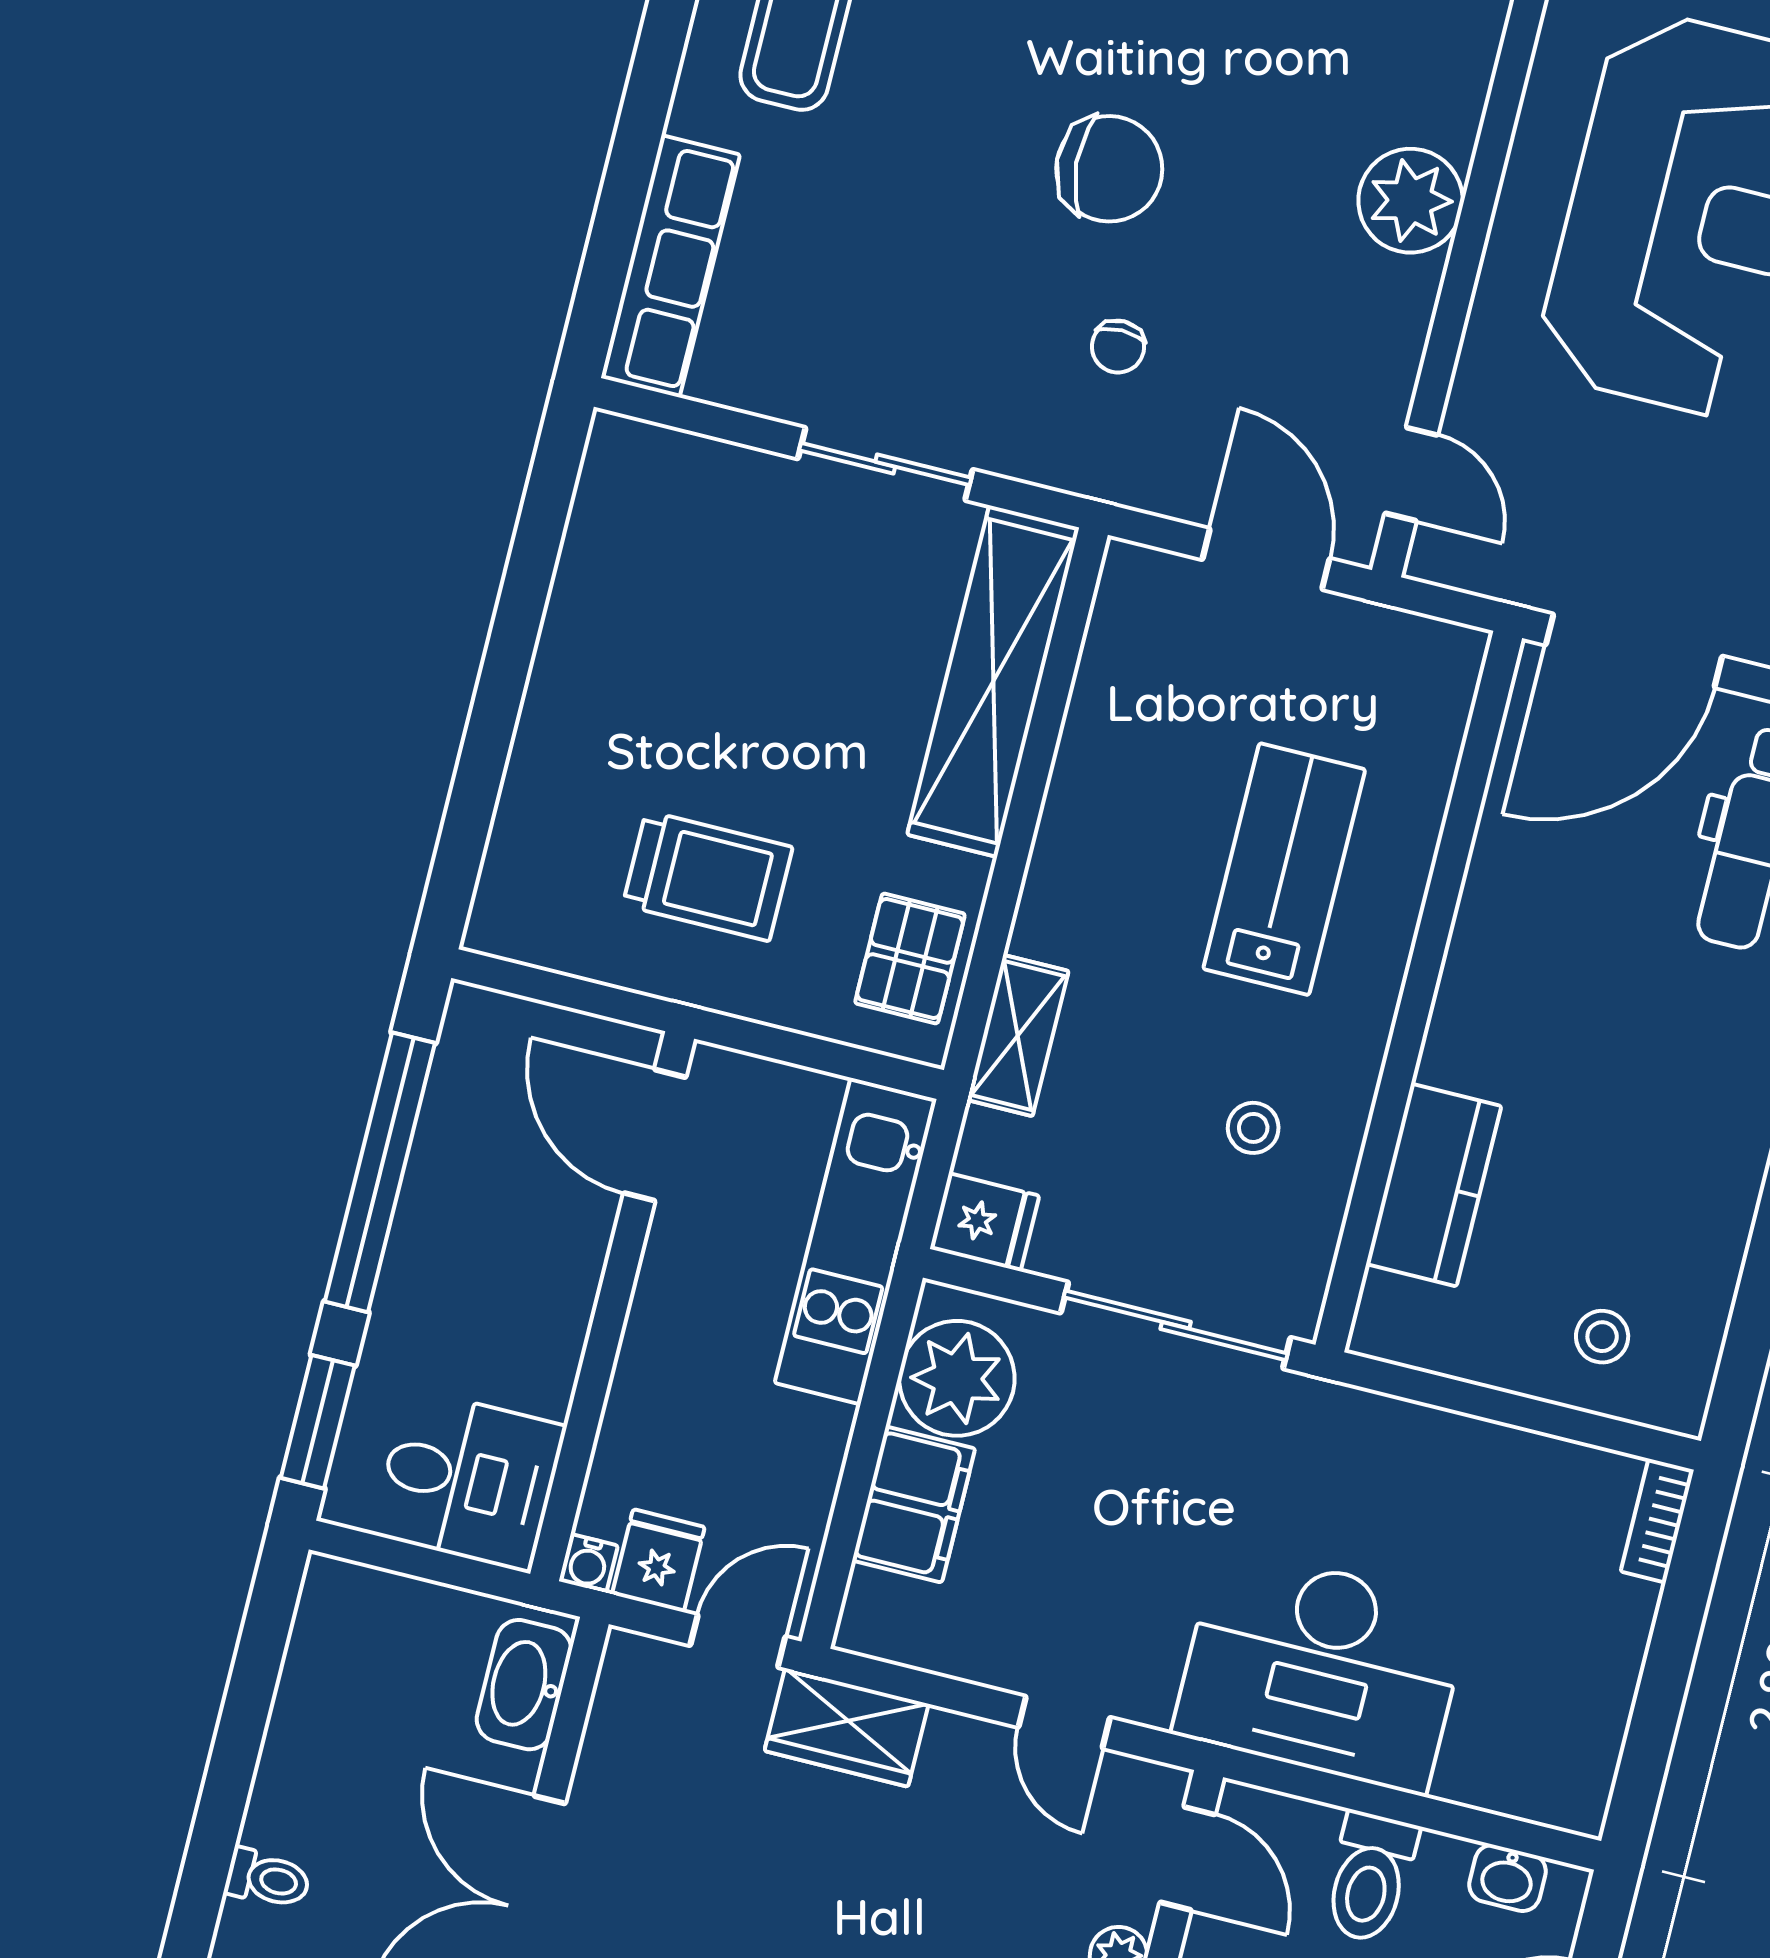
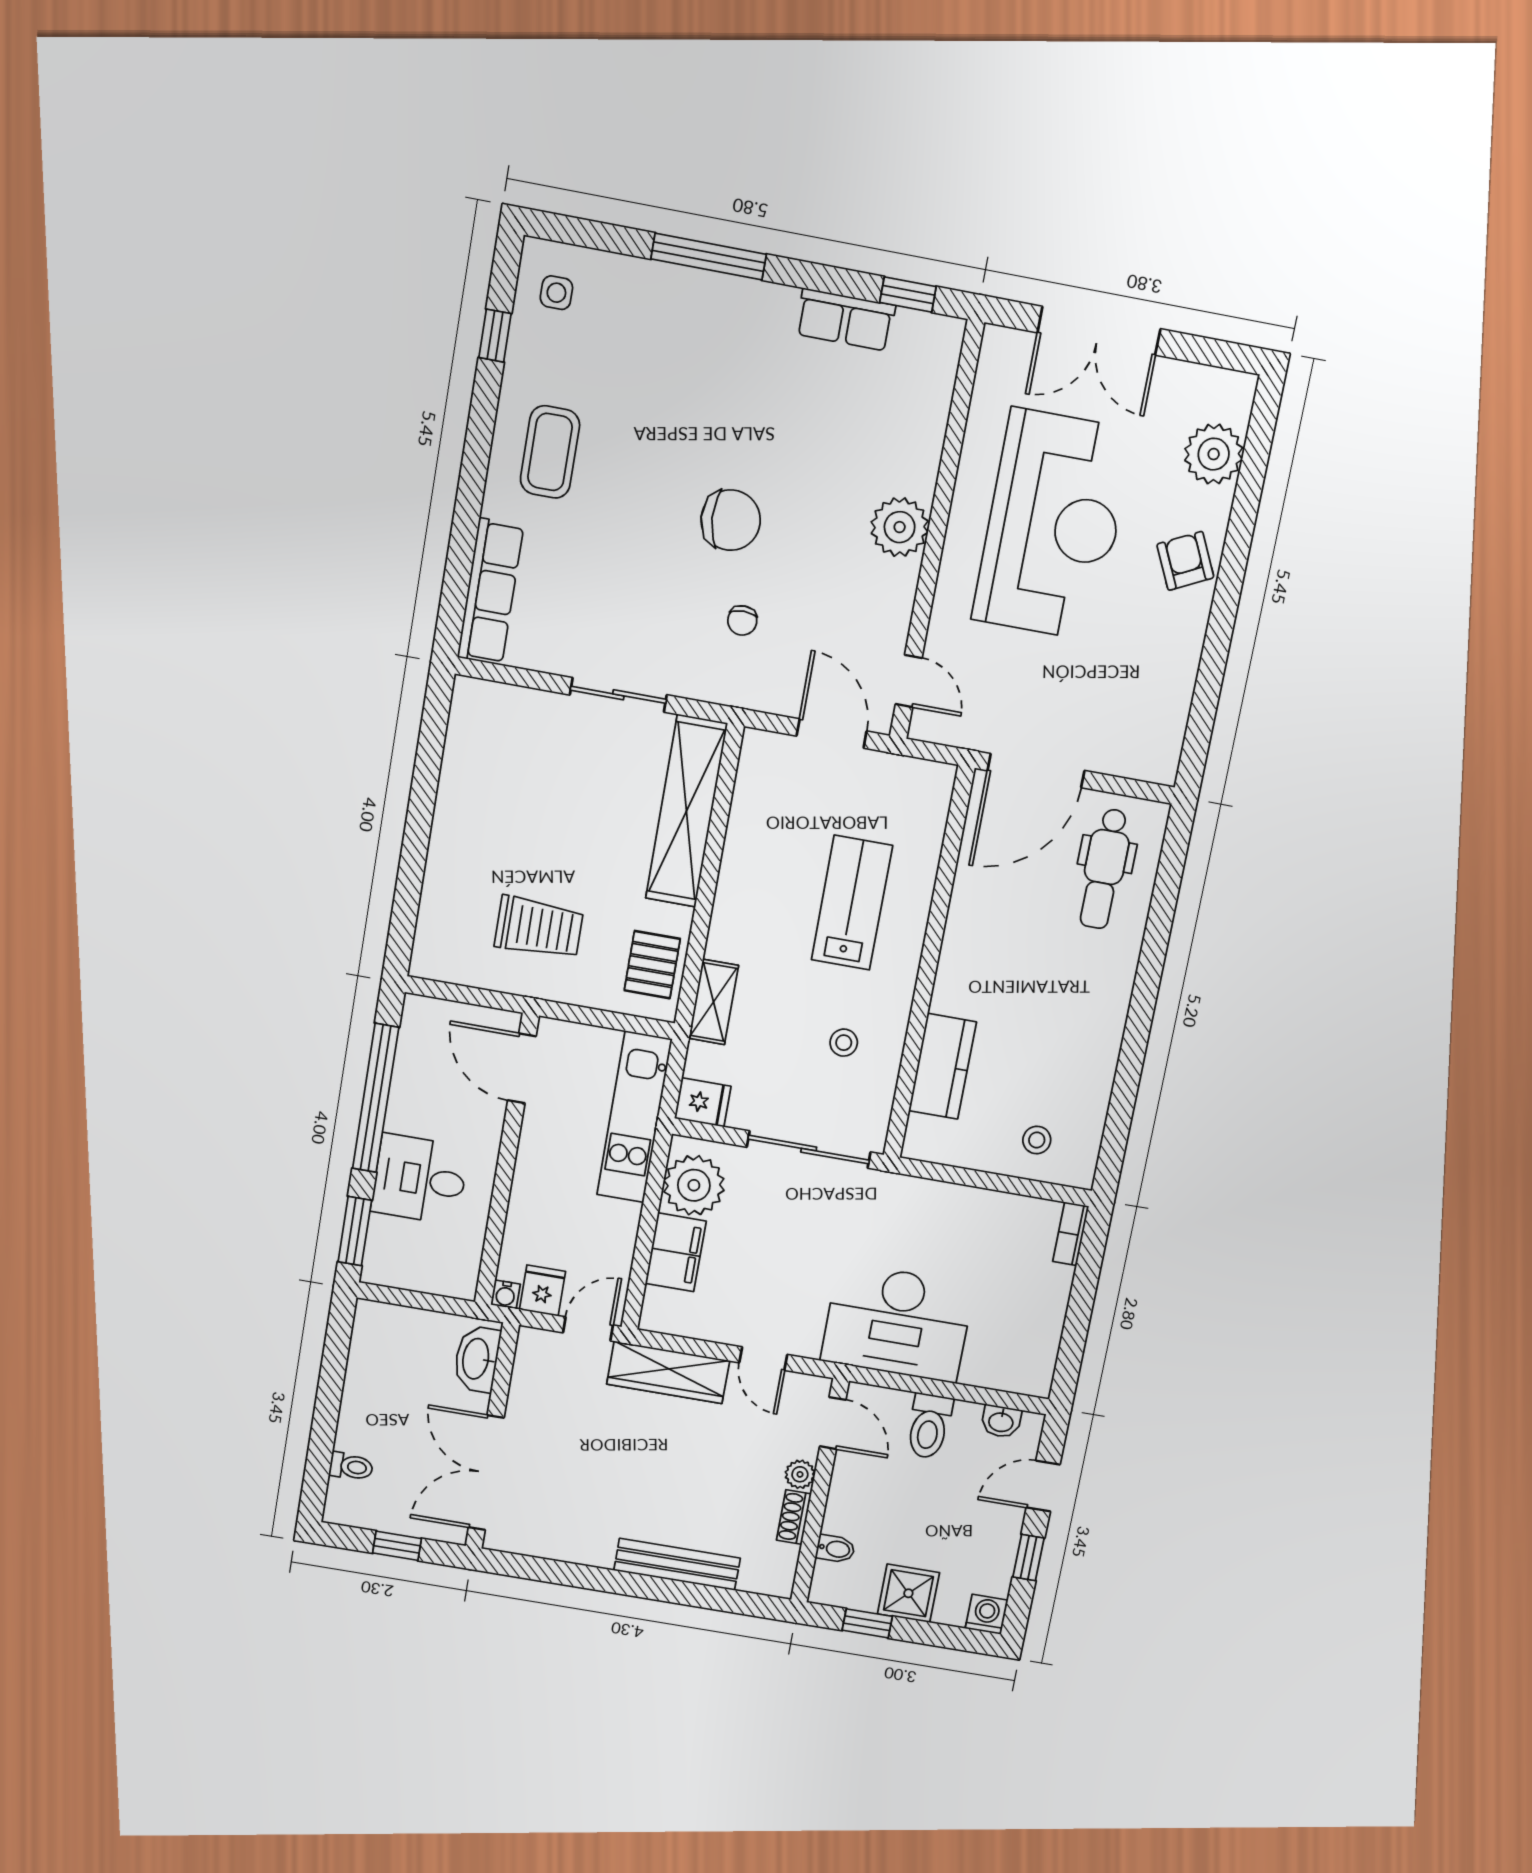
desk: (469, 1480) -> (420, 1179), moved, turned 180
wardrobe: (847, 1727) -> (668, 1372), width x1.50

